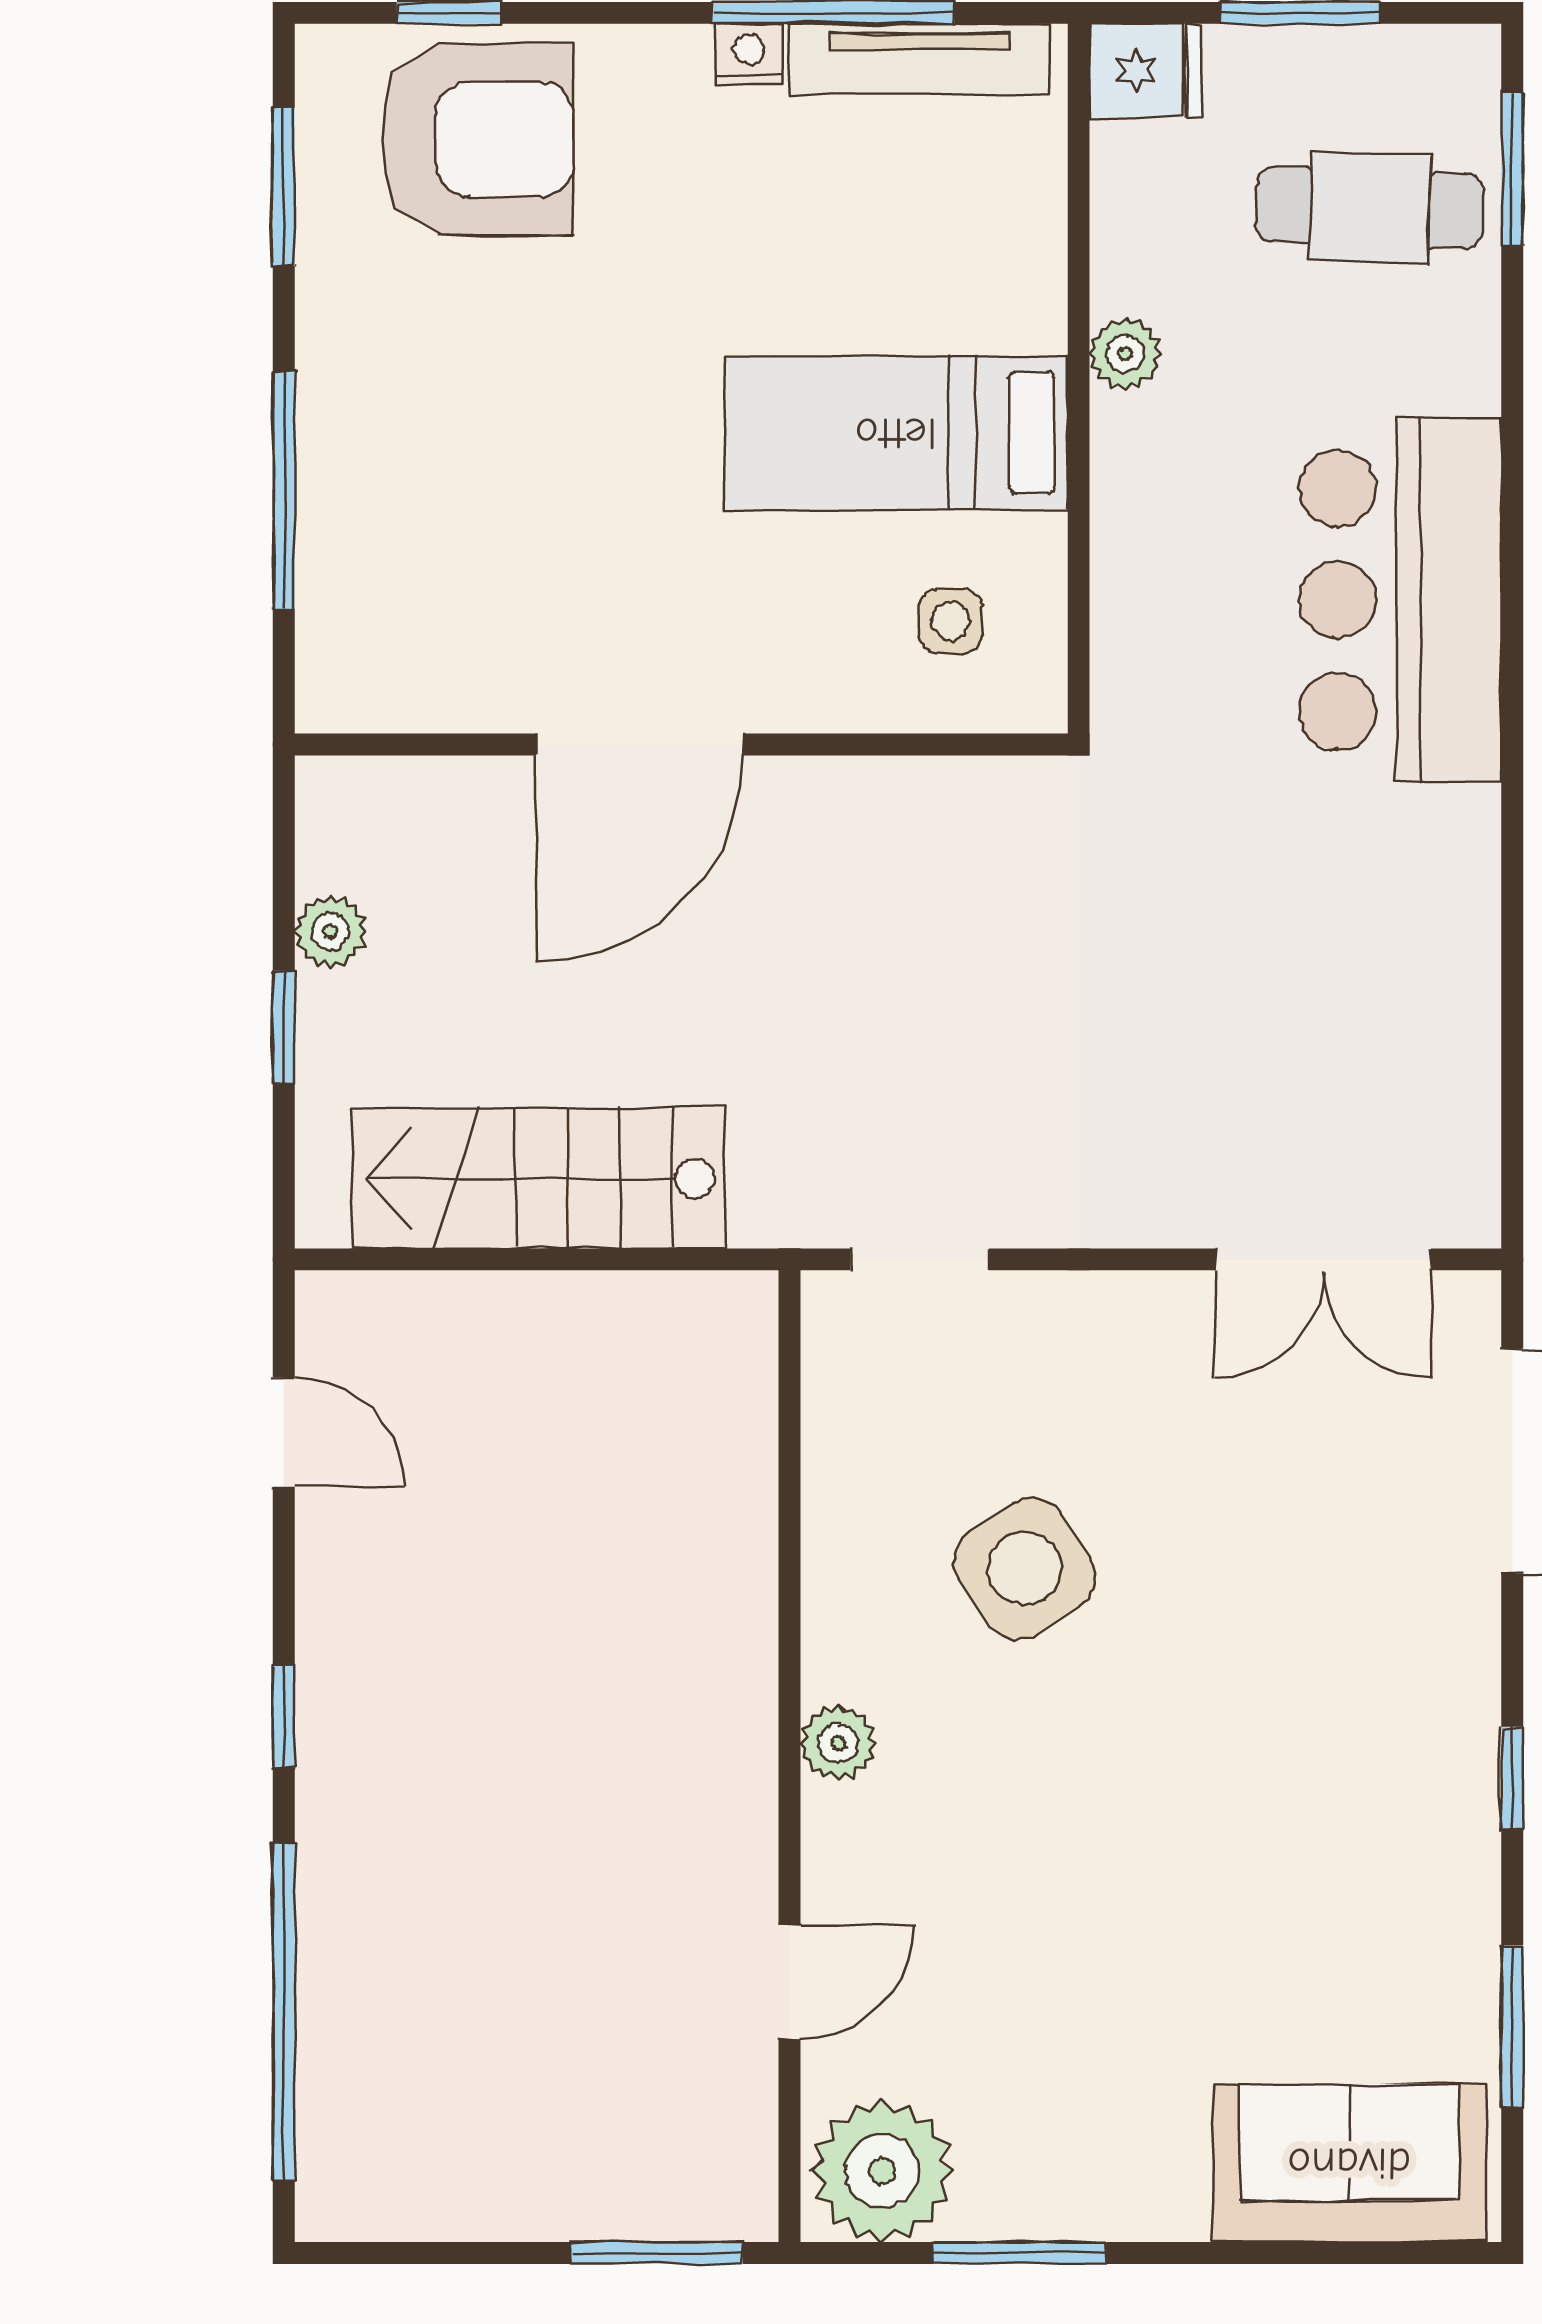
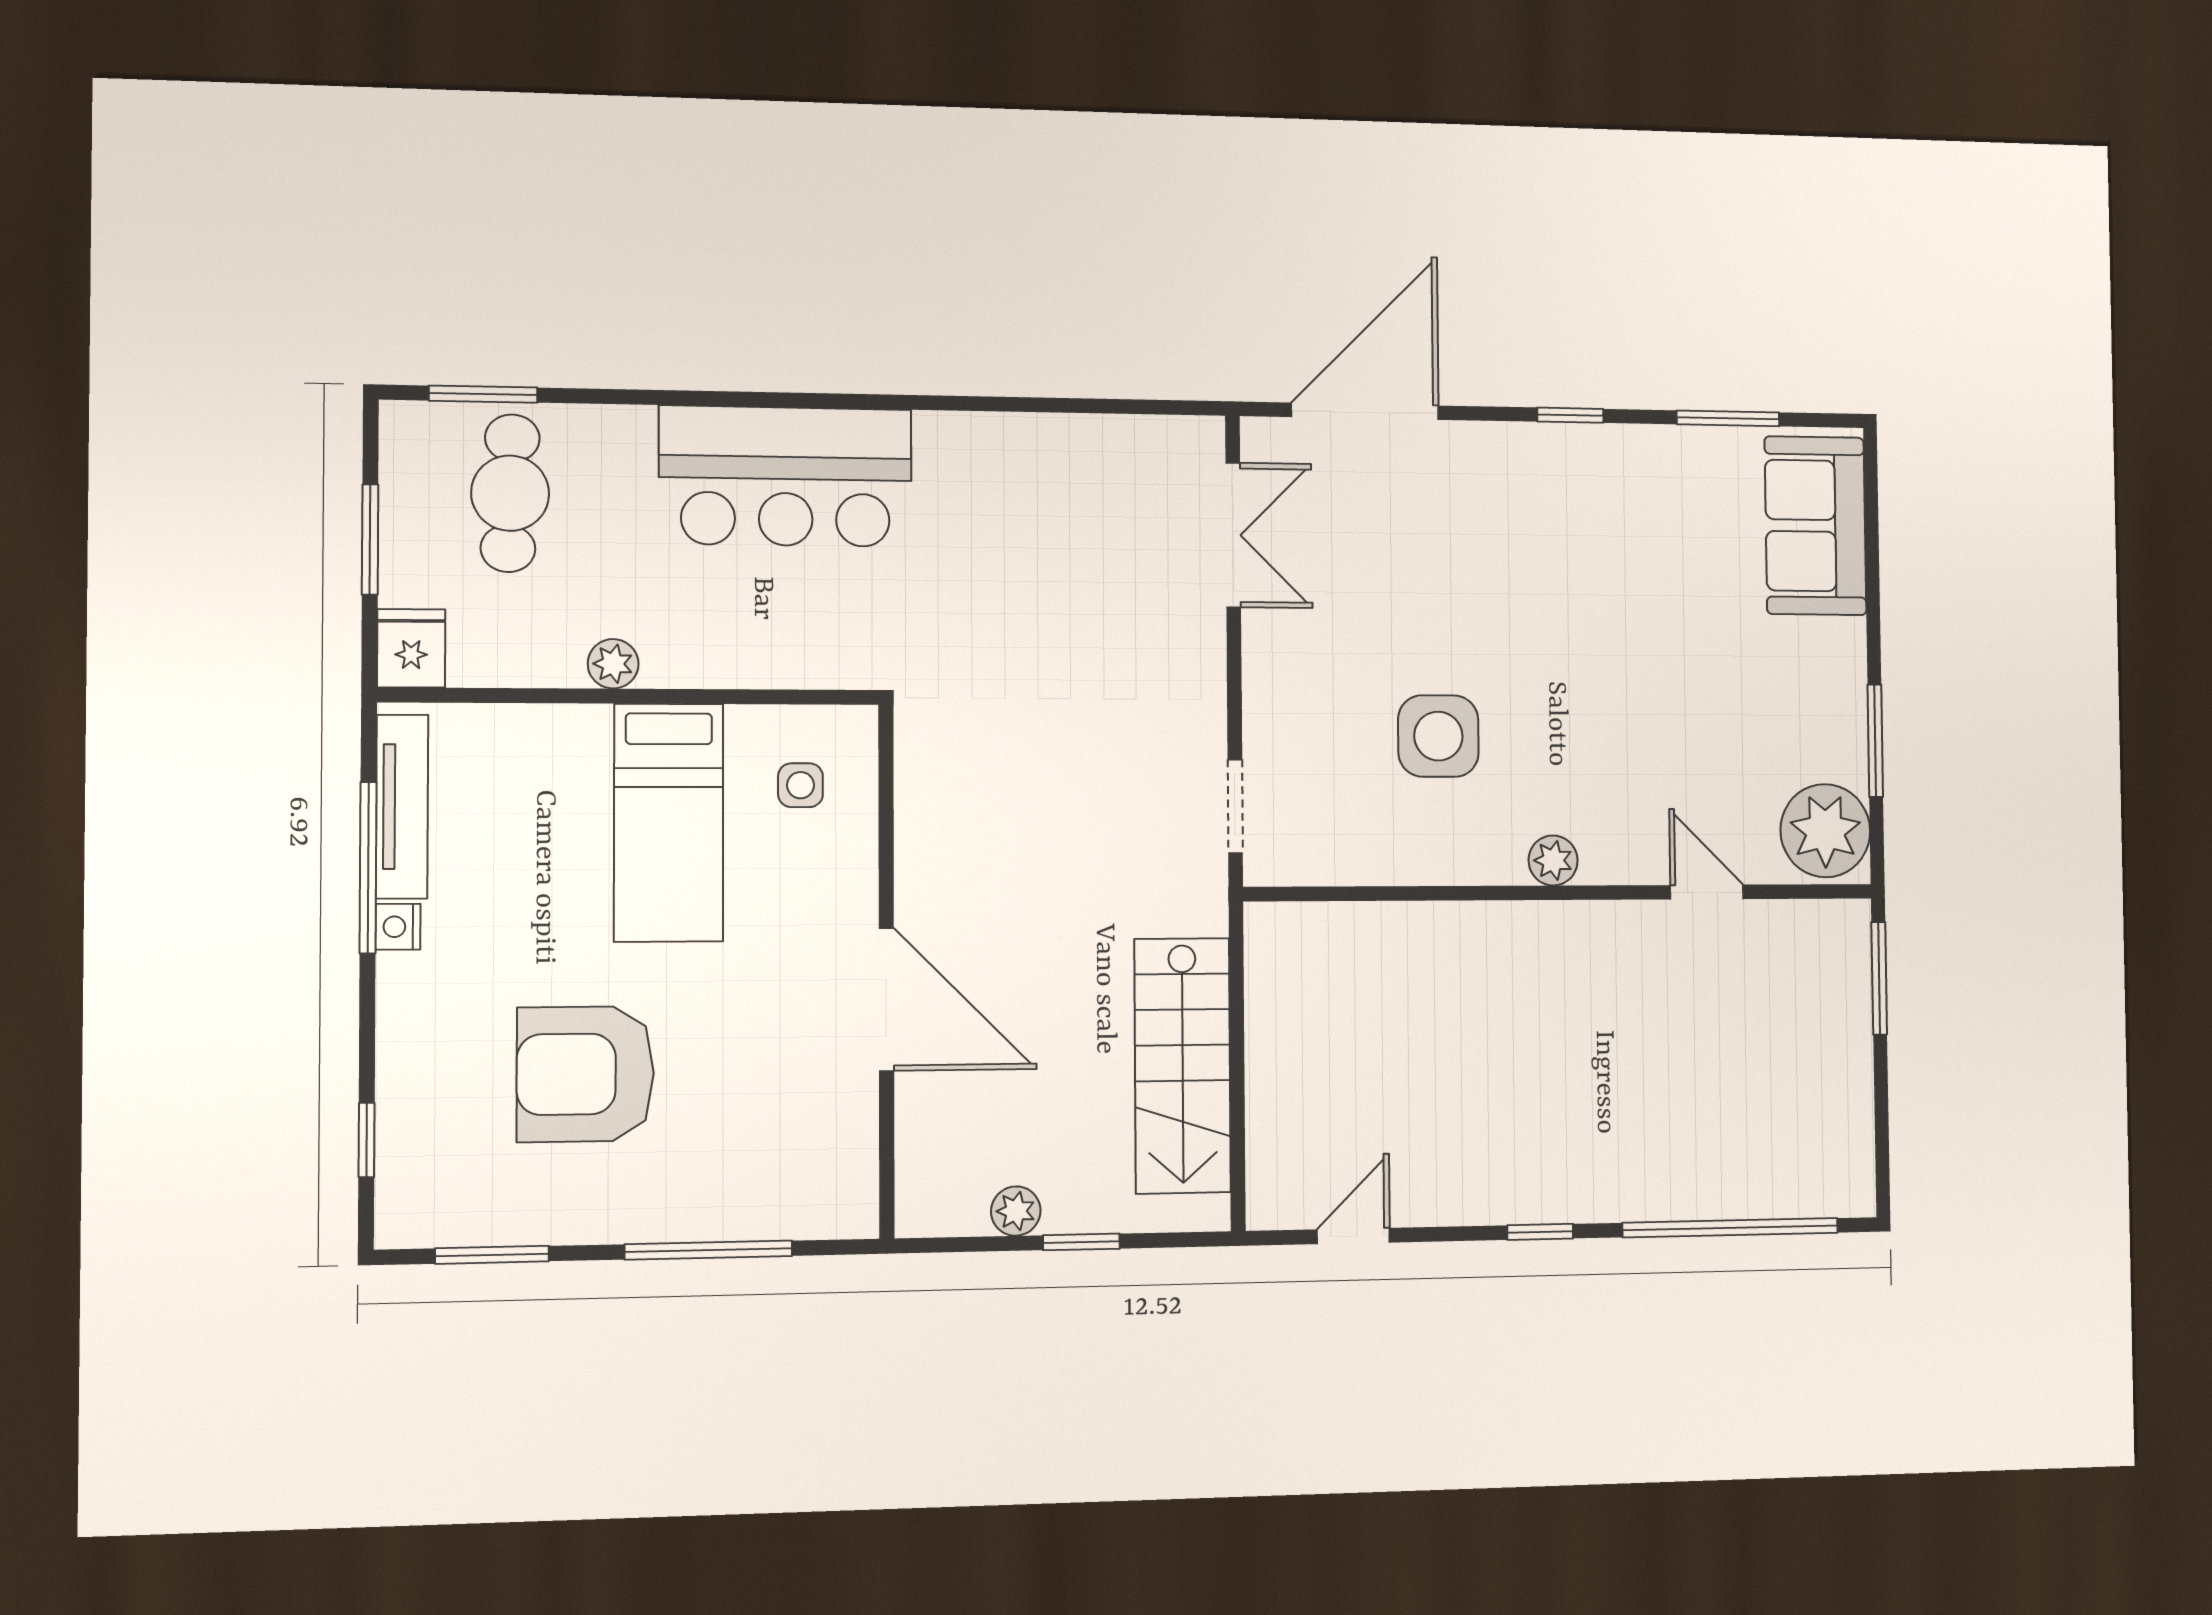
armchair: (478, 139) -> (585, 1074), moved, turned -90
side table: (1025, 1568) -> (1438, 736), turned 33

